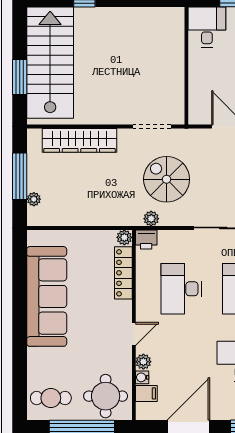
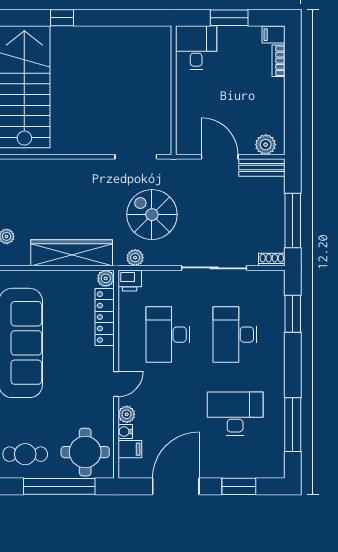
wardrobe: (79, 140) -> (72, 253), moved, turned 180

